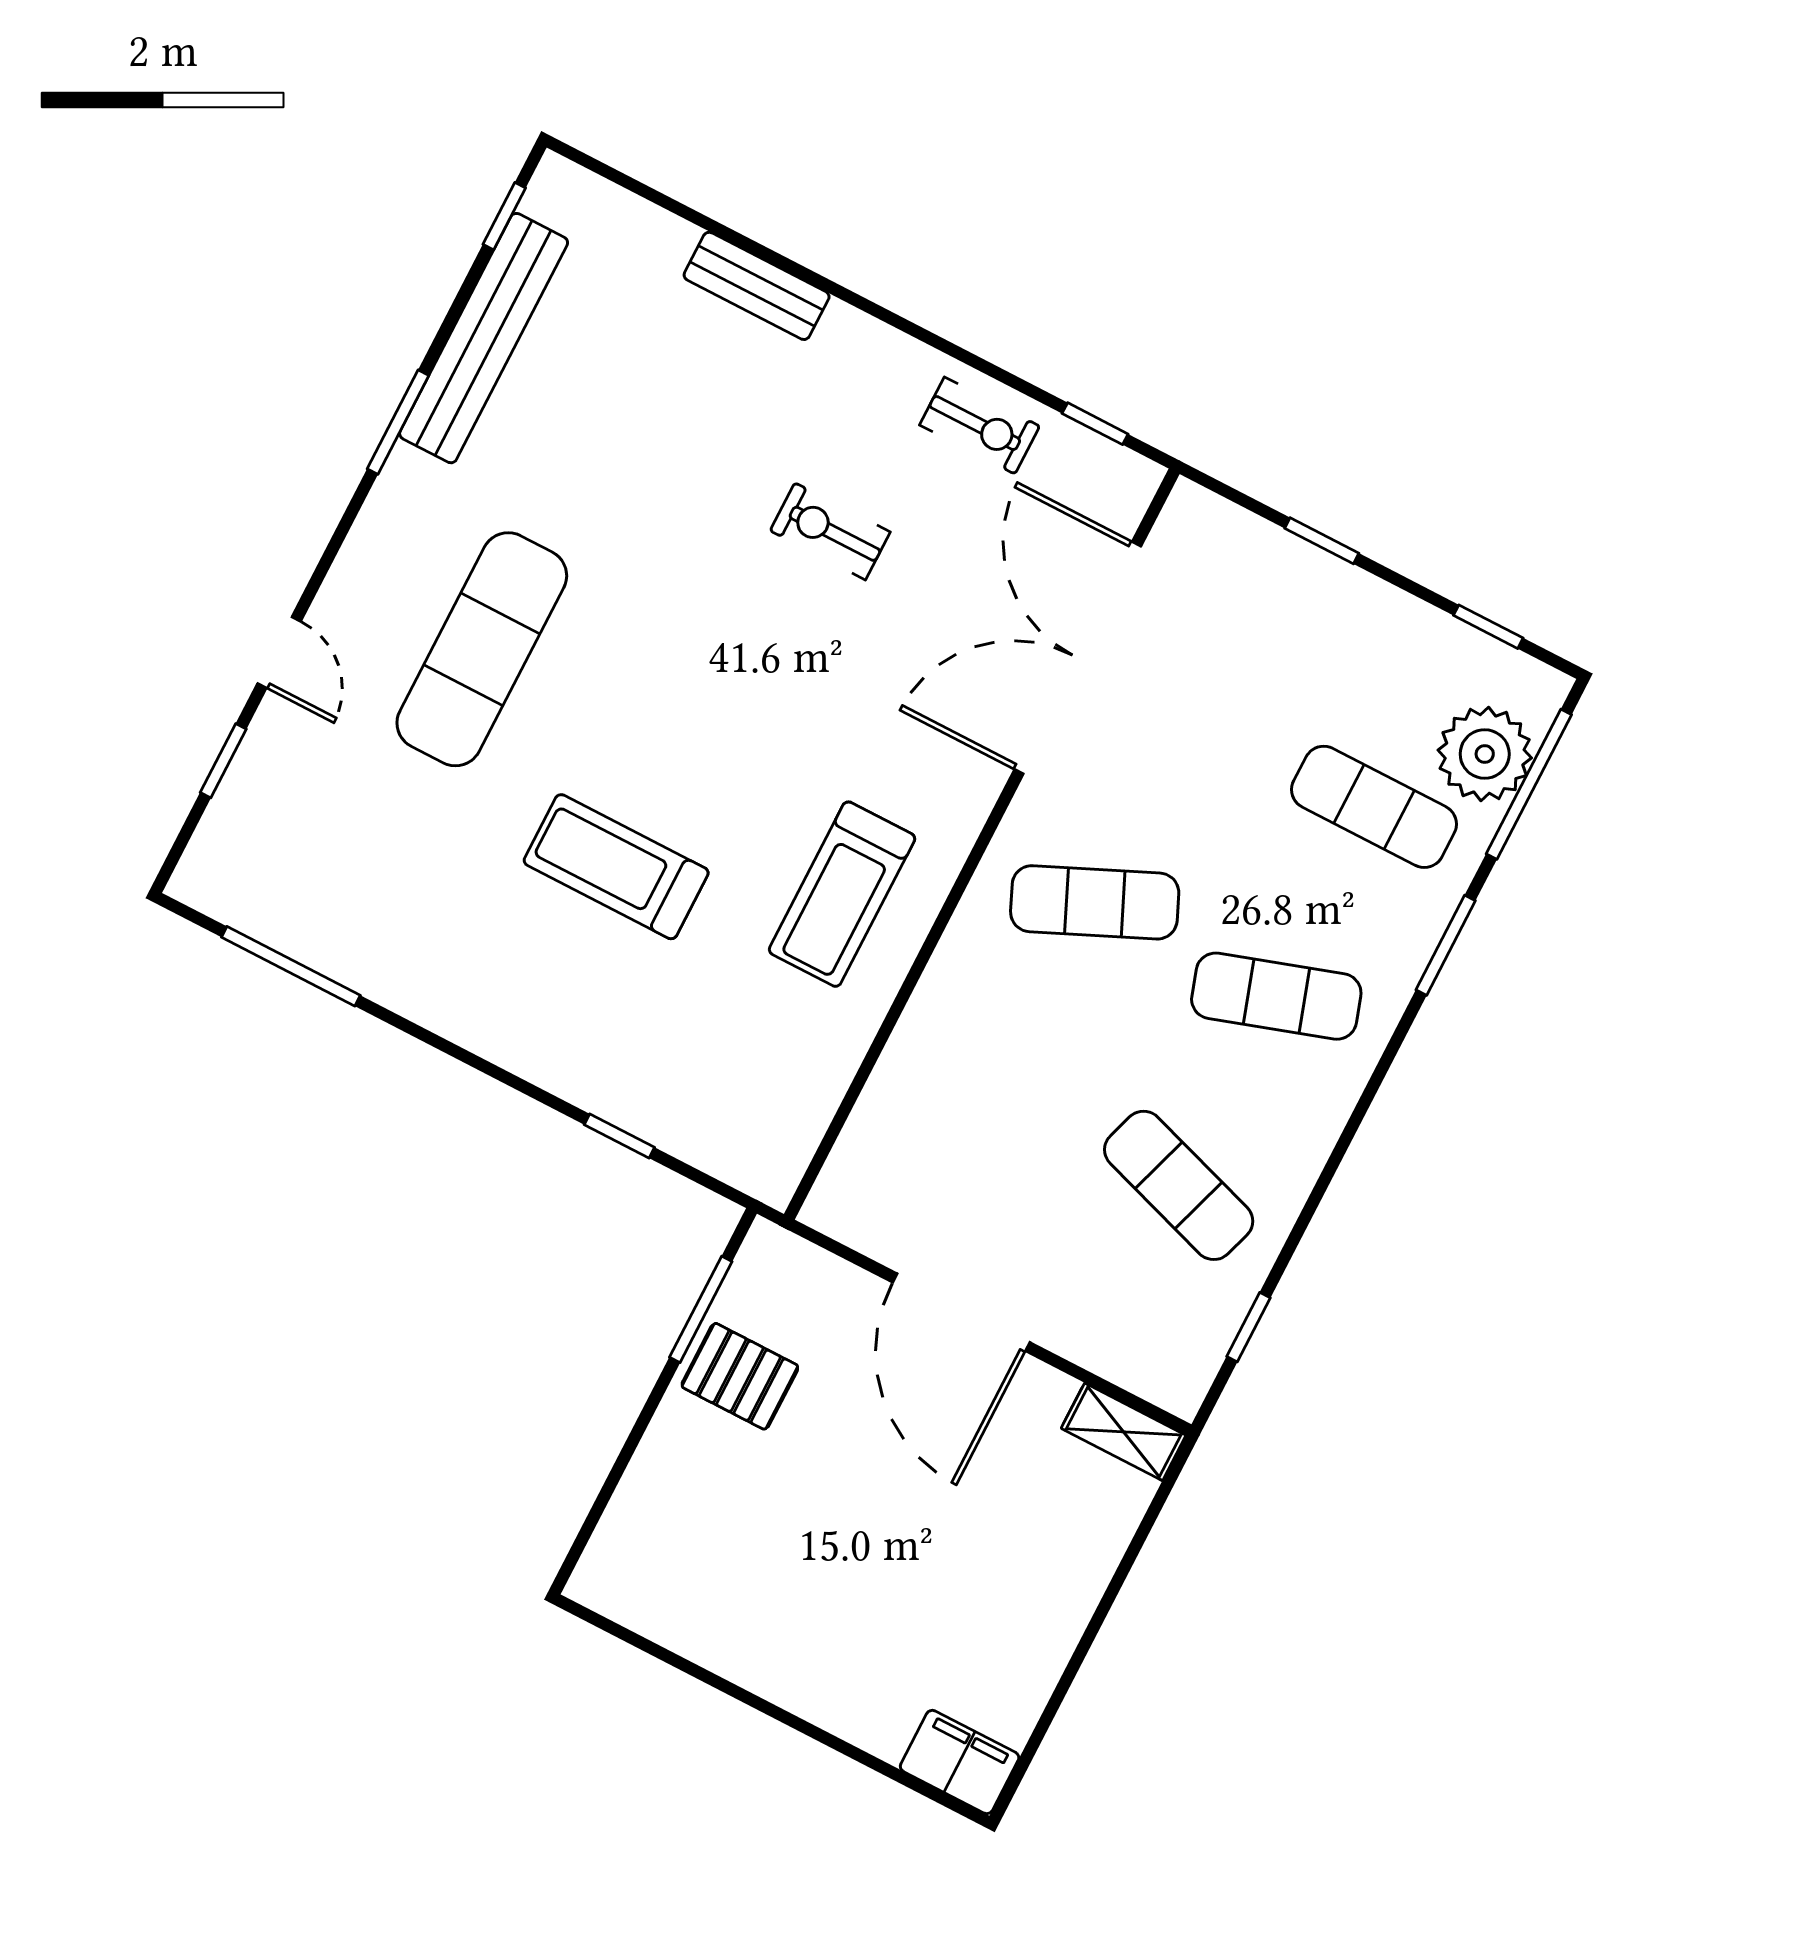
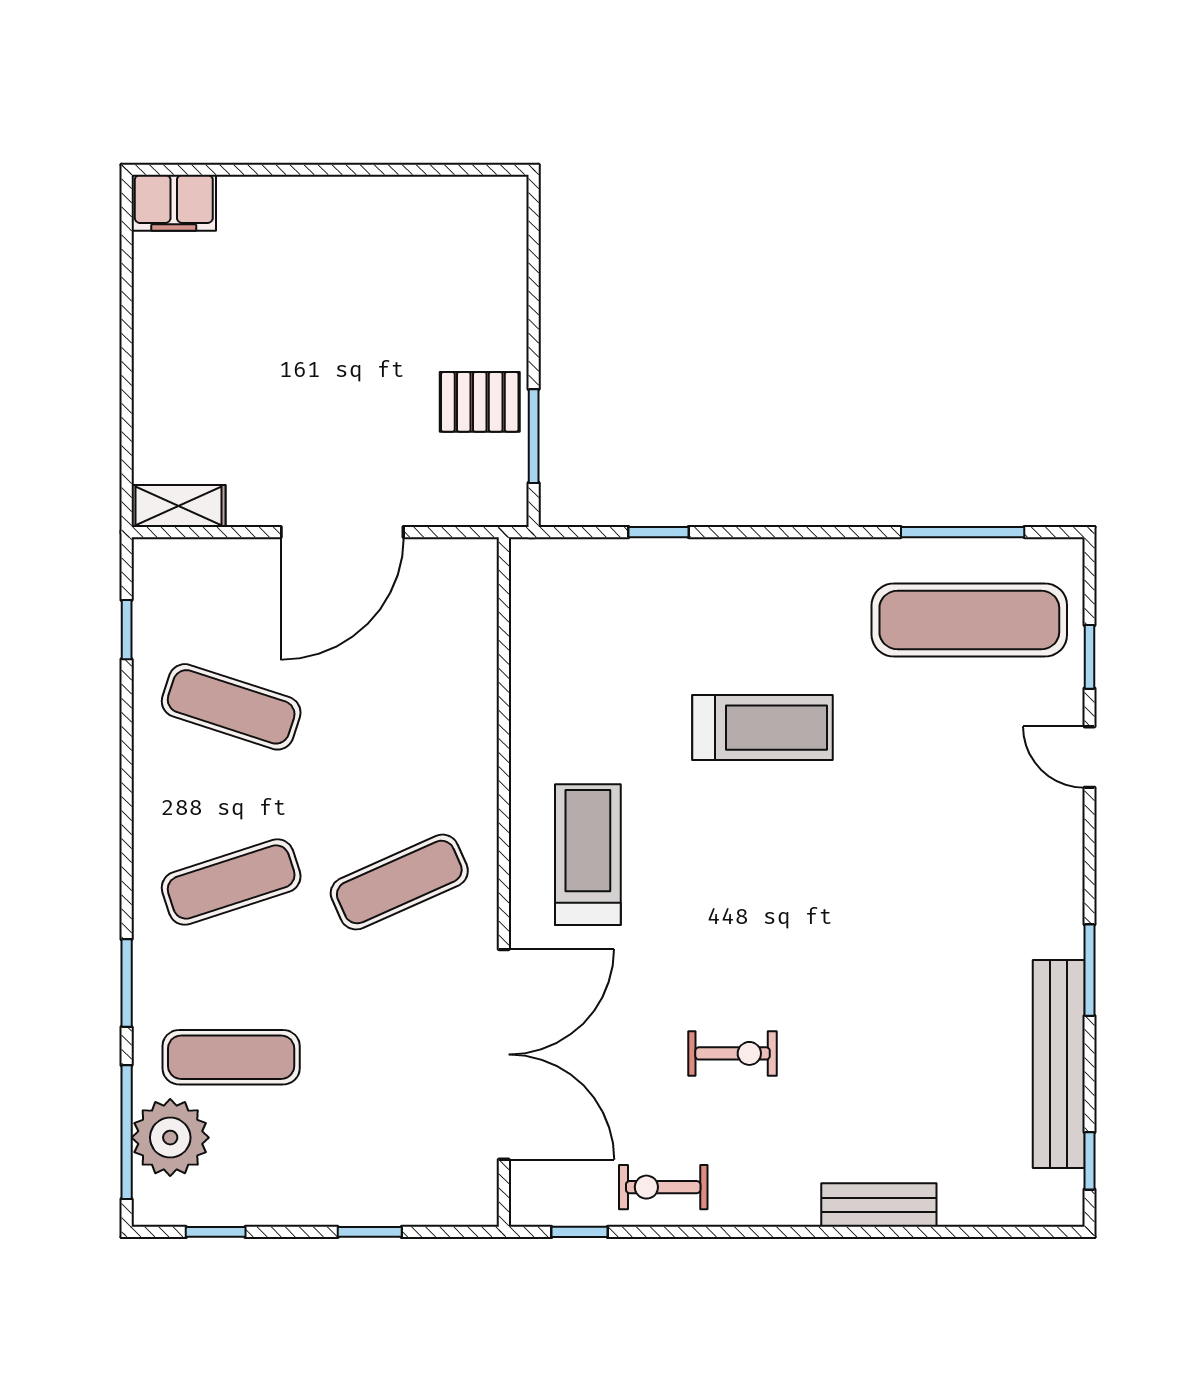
exercise mat: (482, 649) -> (969, 620), moved, turned 90
treadmill: (842, 894) -> (588, 855), moved
door: (961, 1312) -> (342, 532), swing flipped

